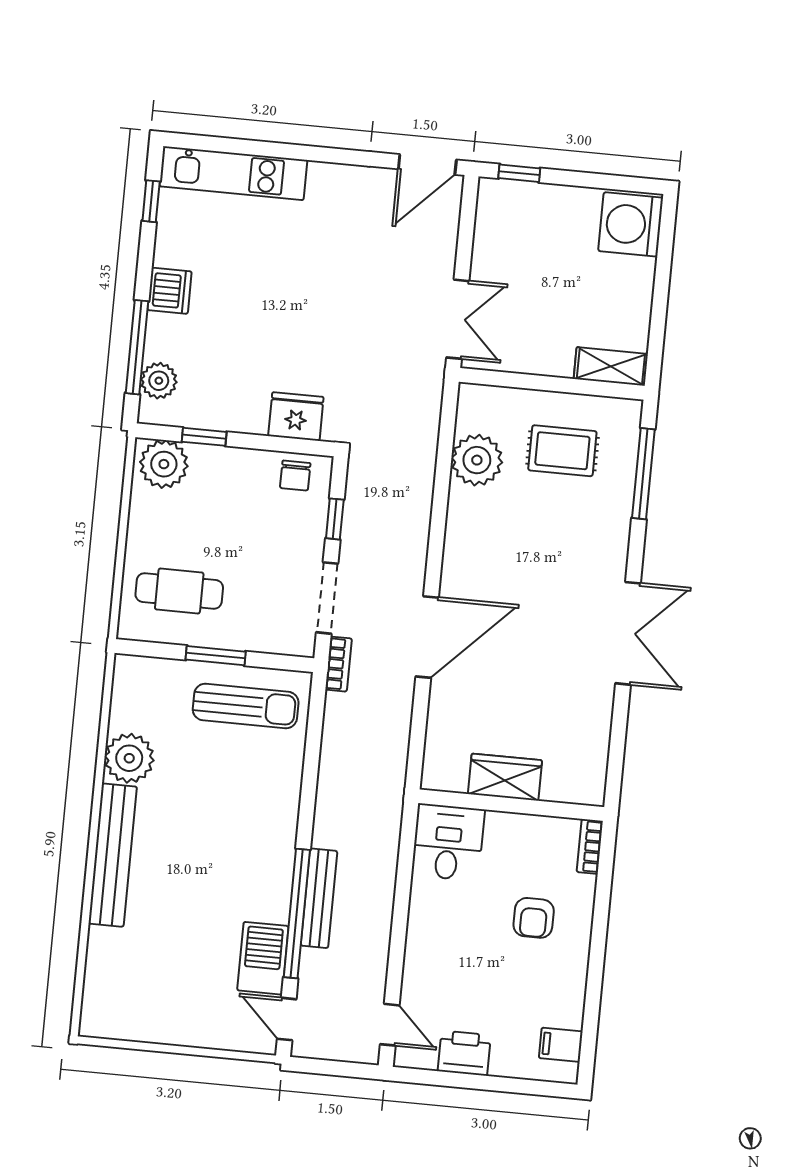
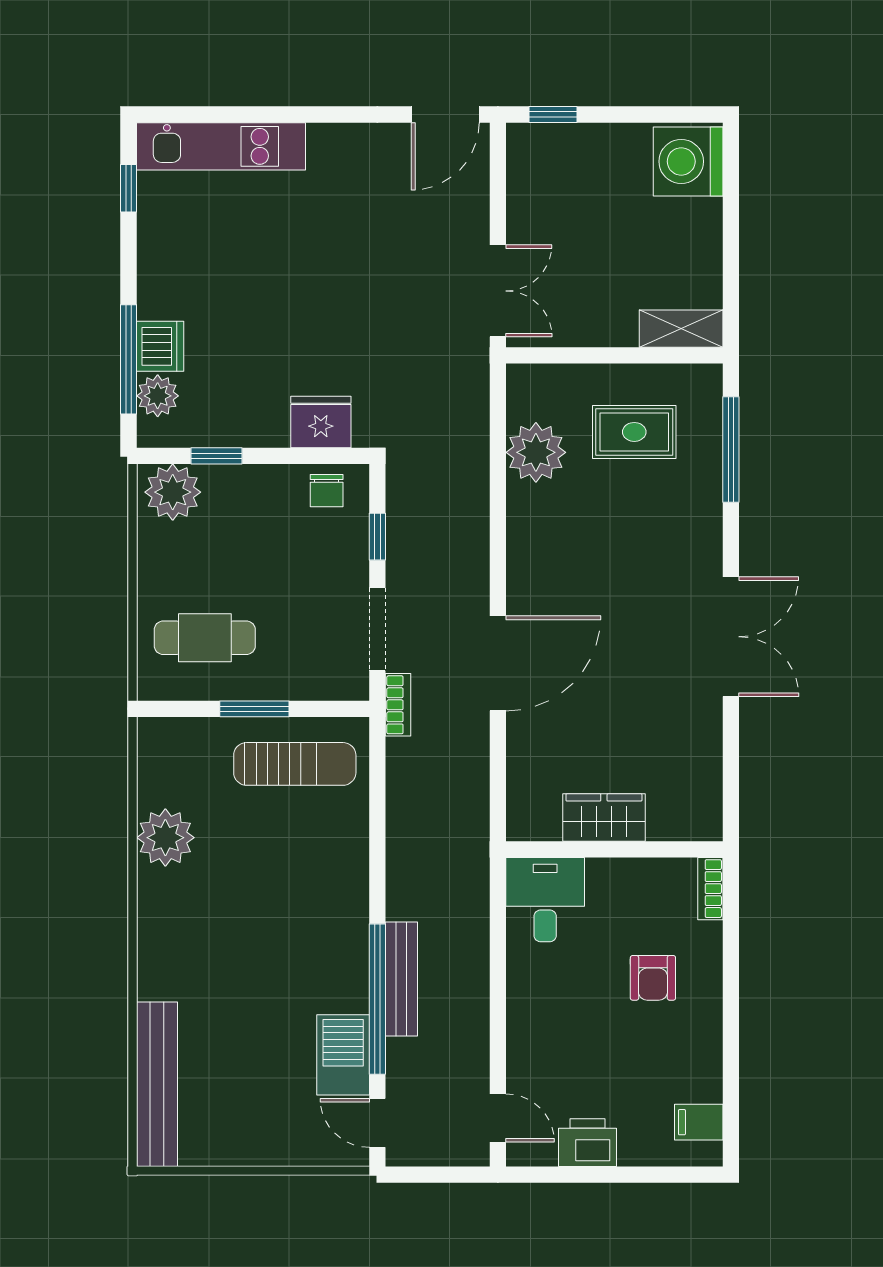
dishwasher: (170, 291) -> (160, 346), moved
bench: (113, 855) -> (157, 1084), moved

